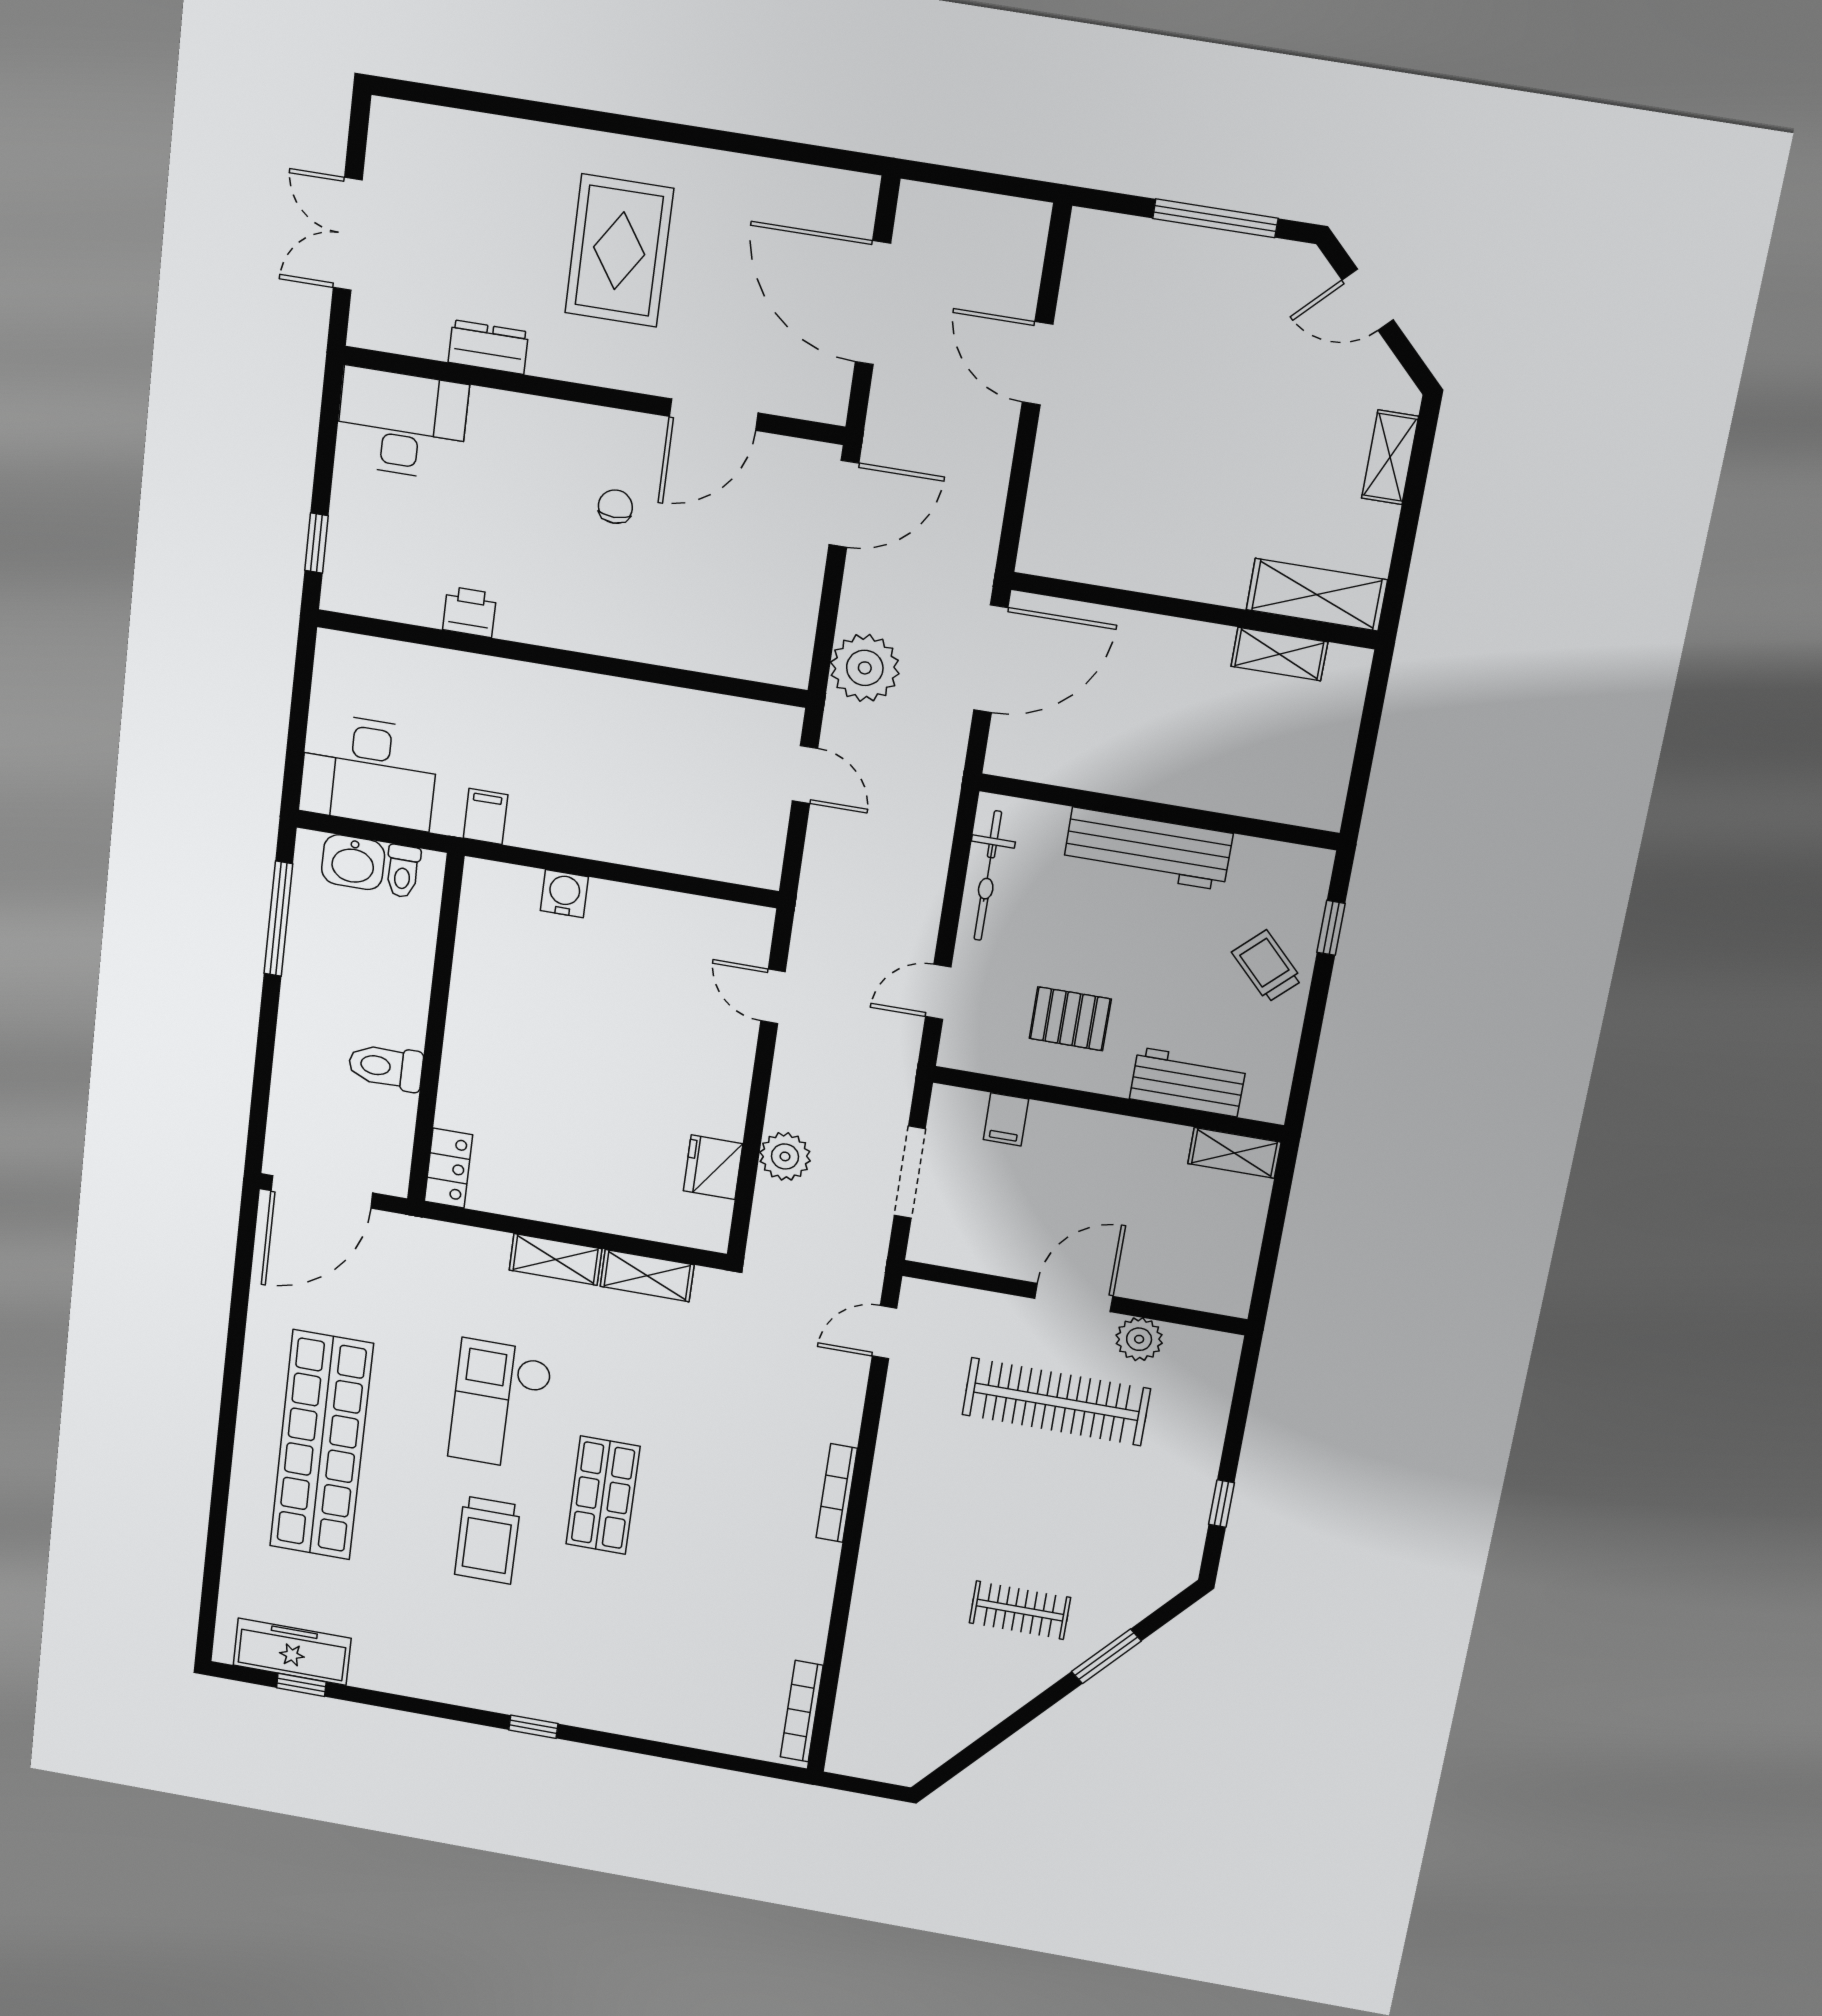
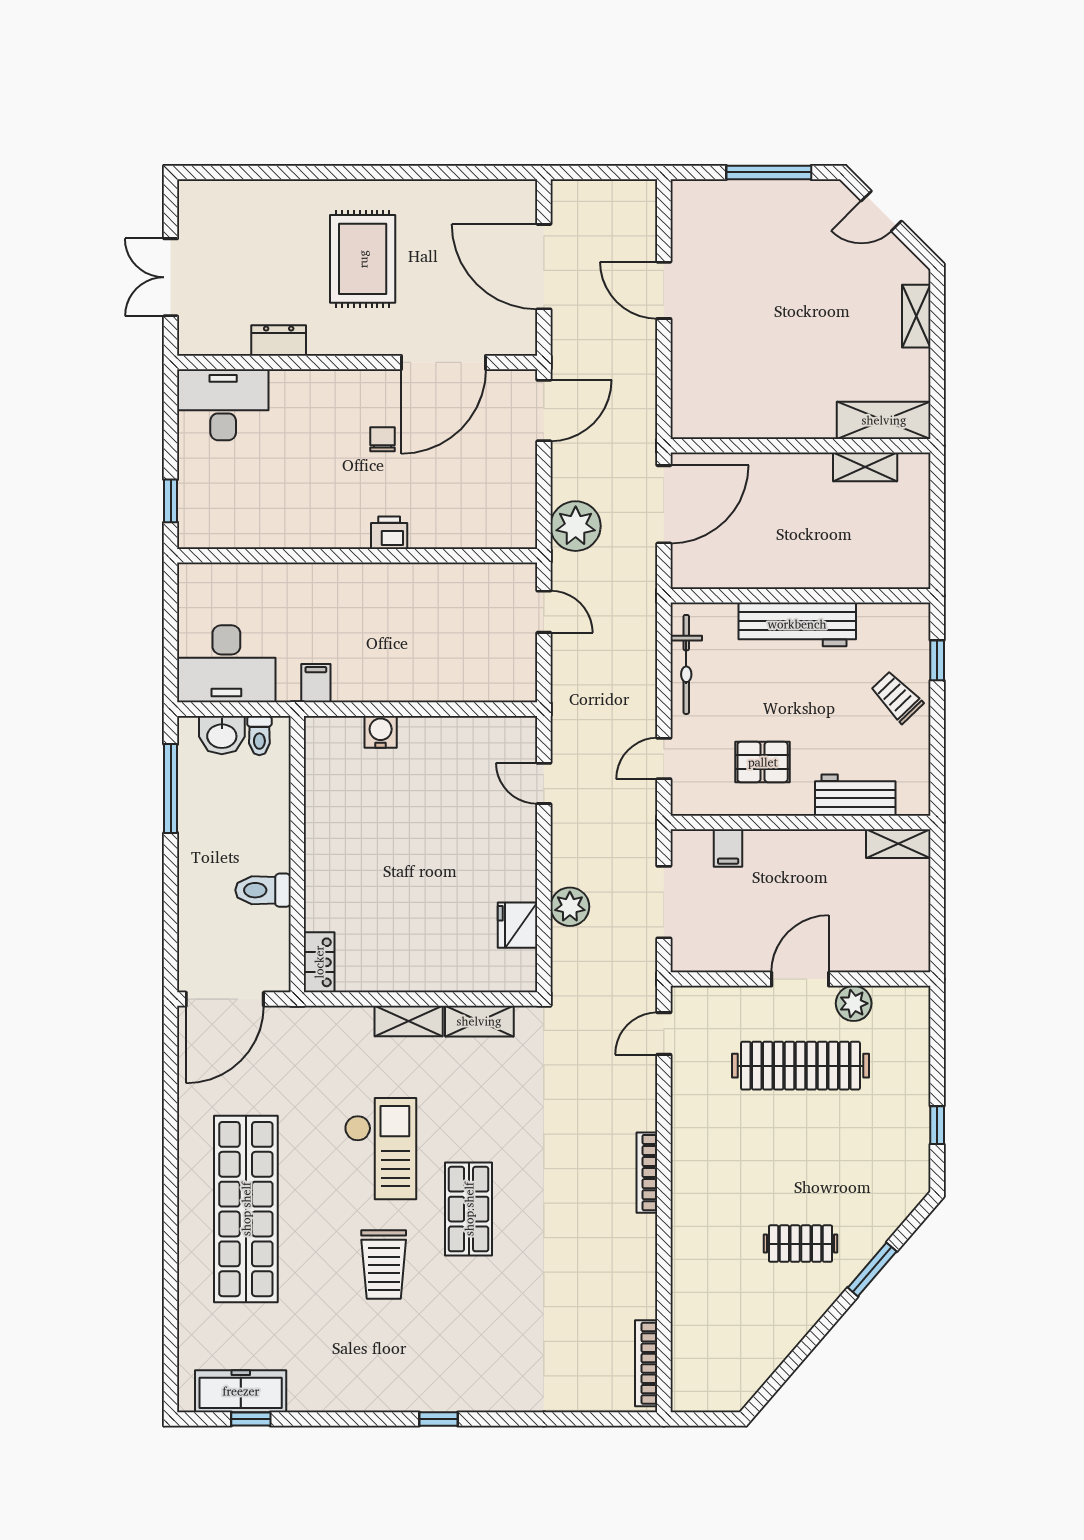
door: (714, 415) -> (444, 362), width x1.36
printer: (470, 612) -> (389, 533), moved
checkout: (500, 1405) -> (381, 1149), turned 180

